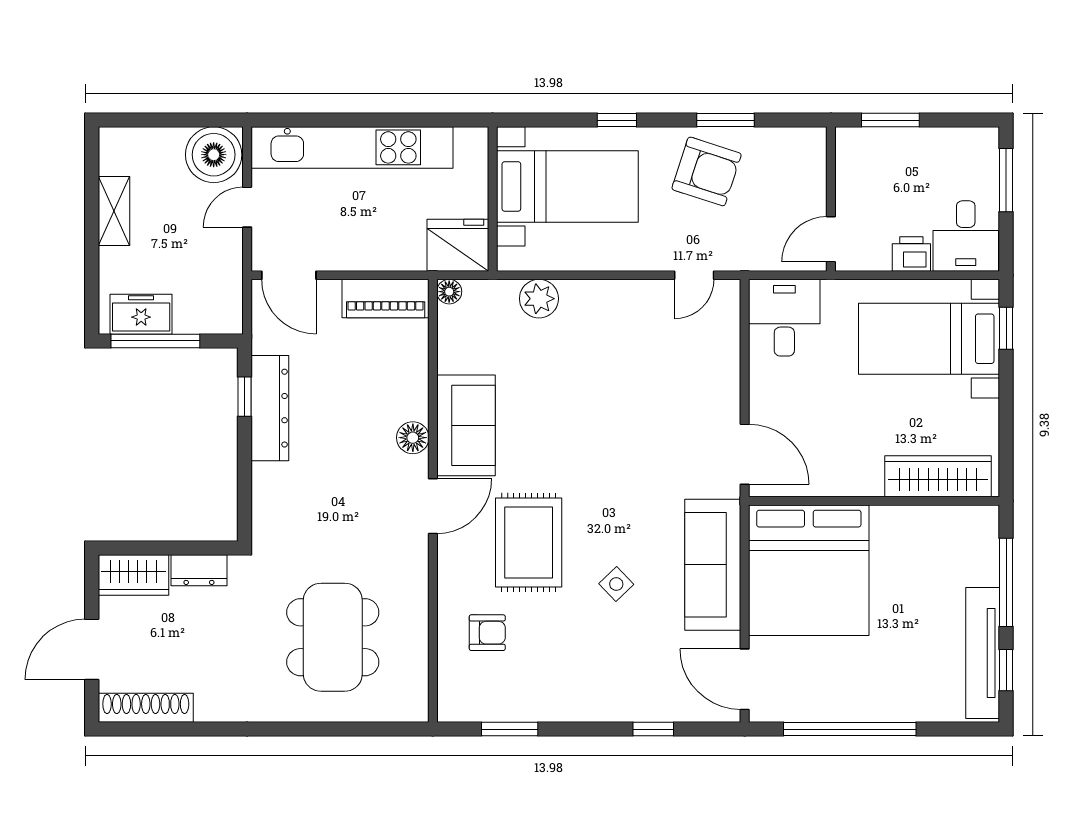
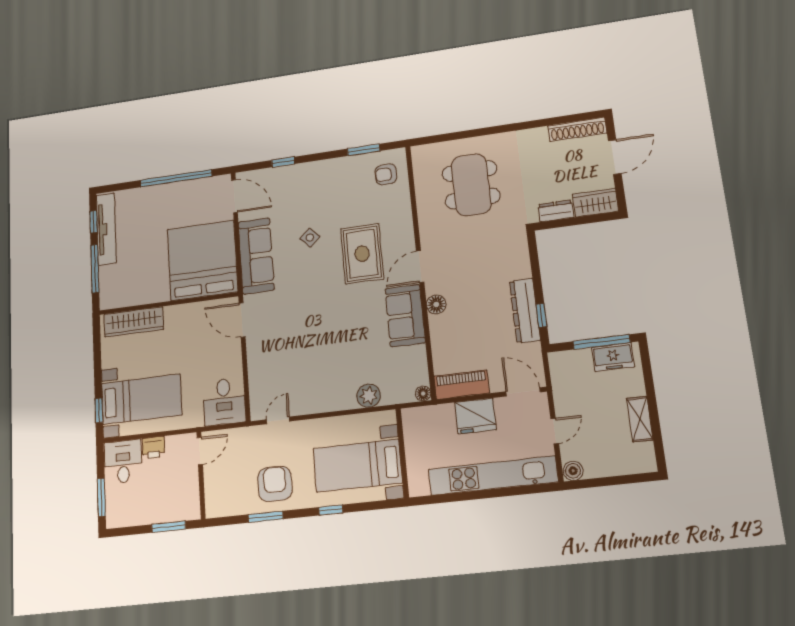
boiler: (214, 155) -> (573, 471), width x0.54, depth x0.54
armchair: (707, 171) -> (275, 484), turned 72
fridge: (458, 245) -> (475, 416), moved
armchair: (487, 633) -> (386, 174), moved

